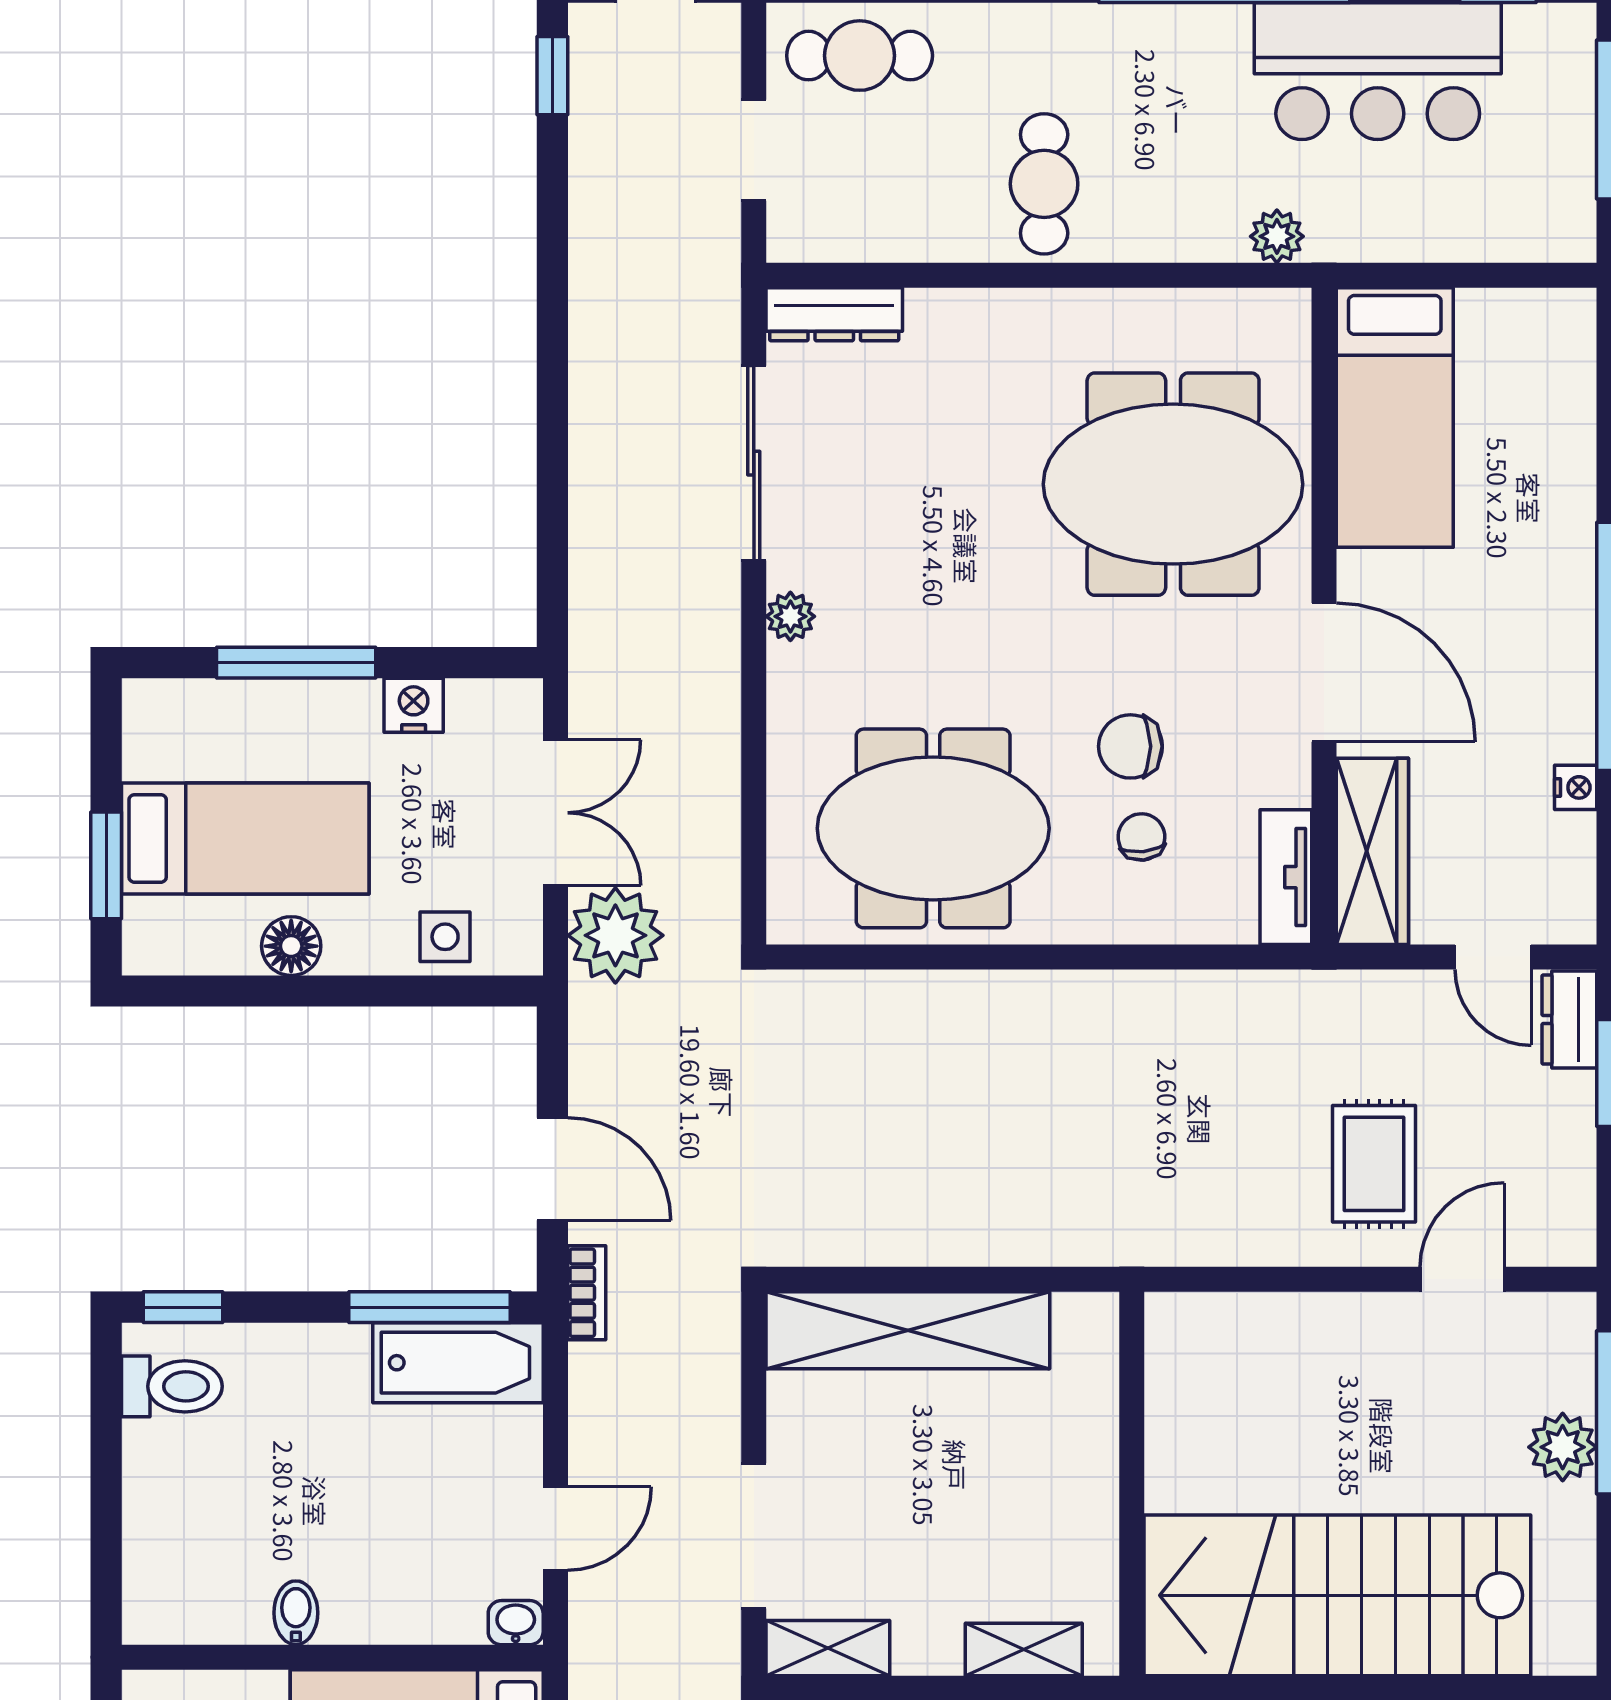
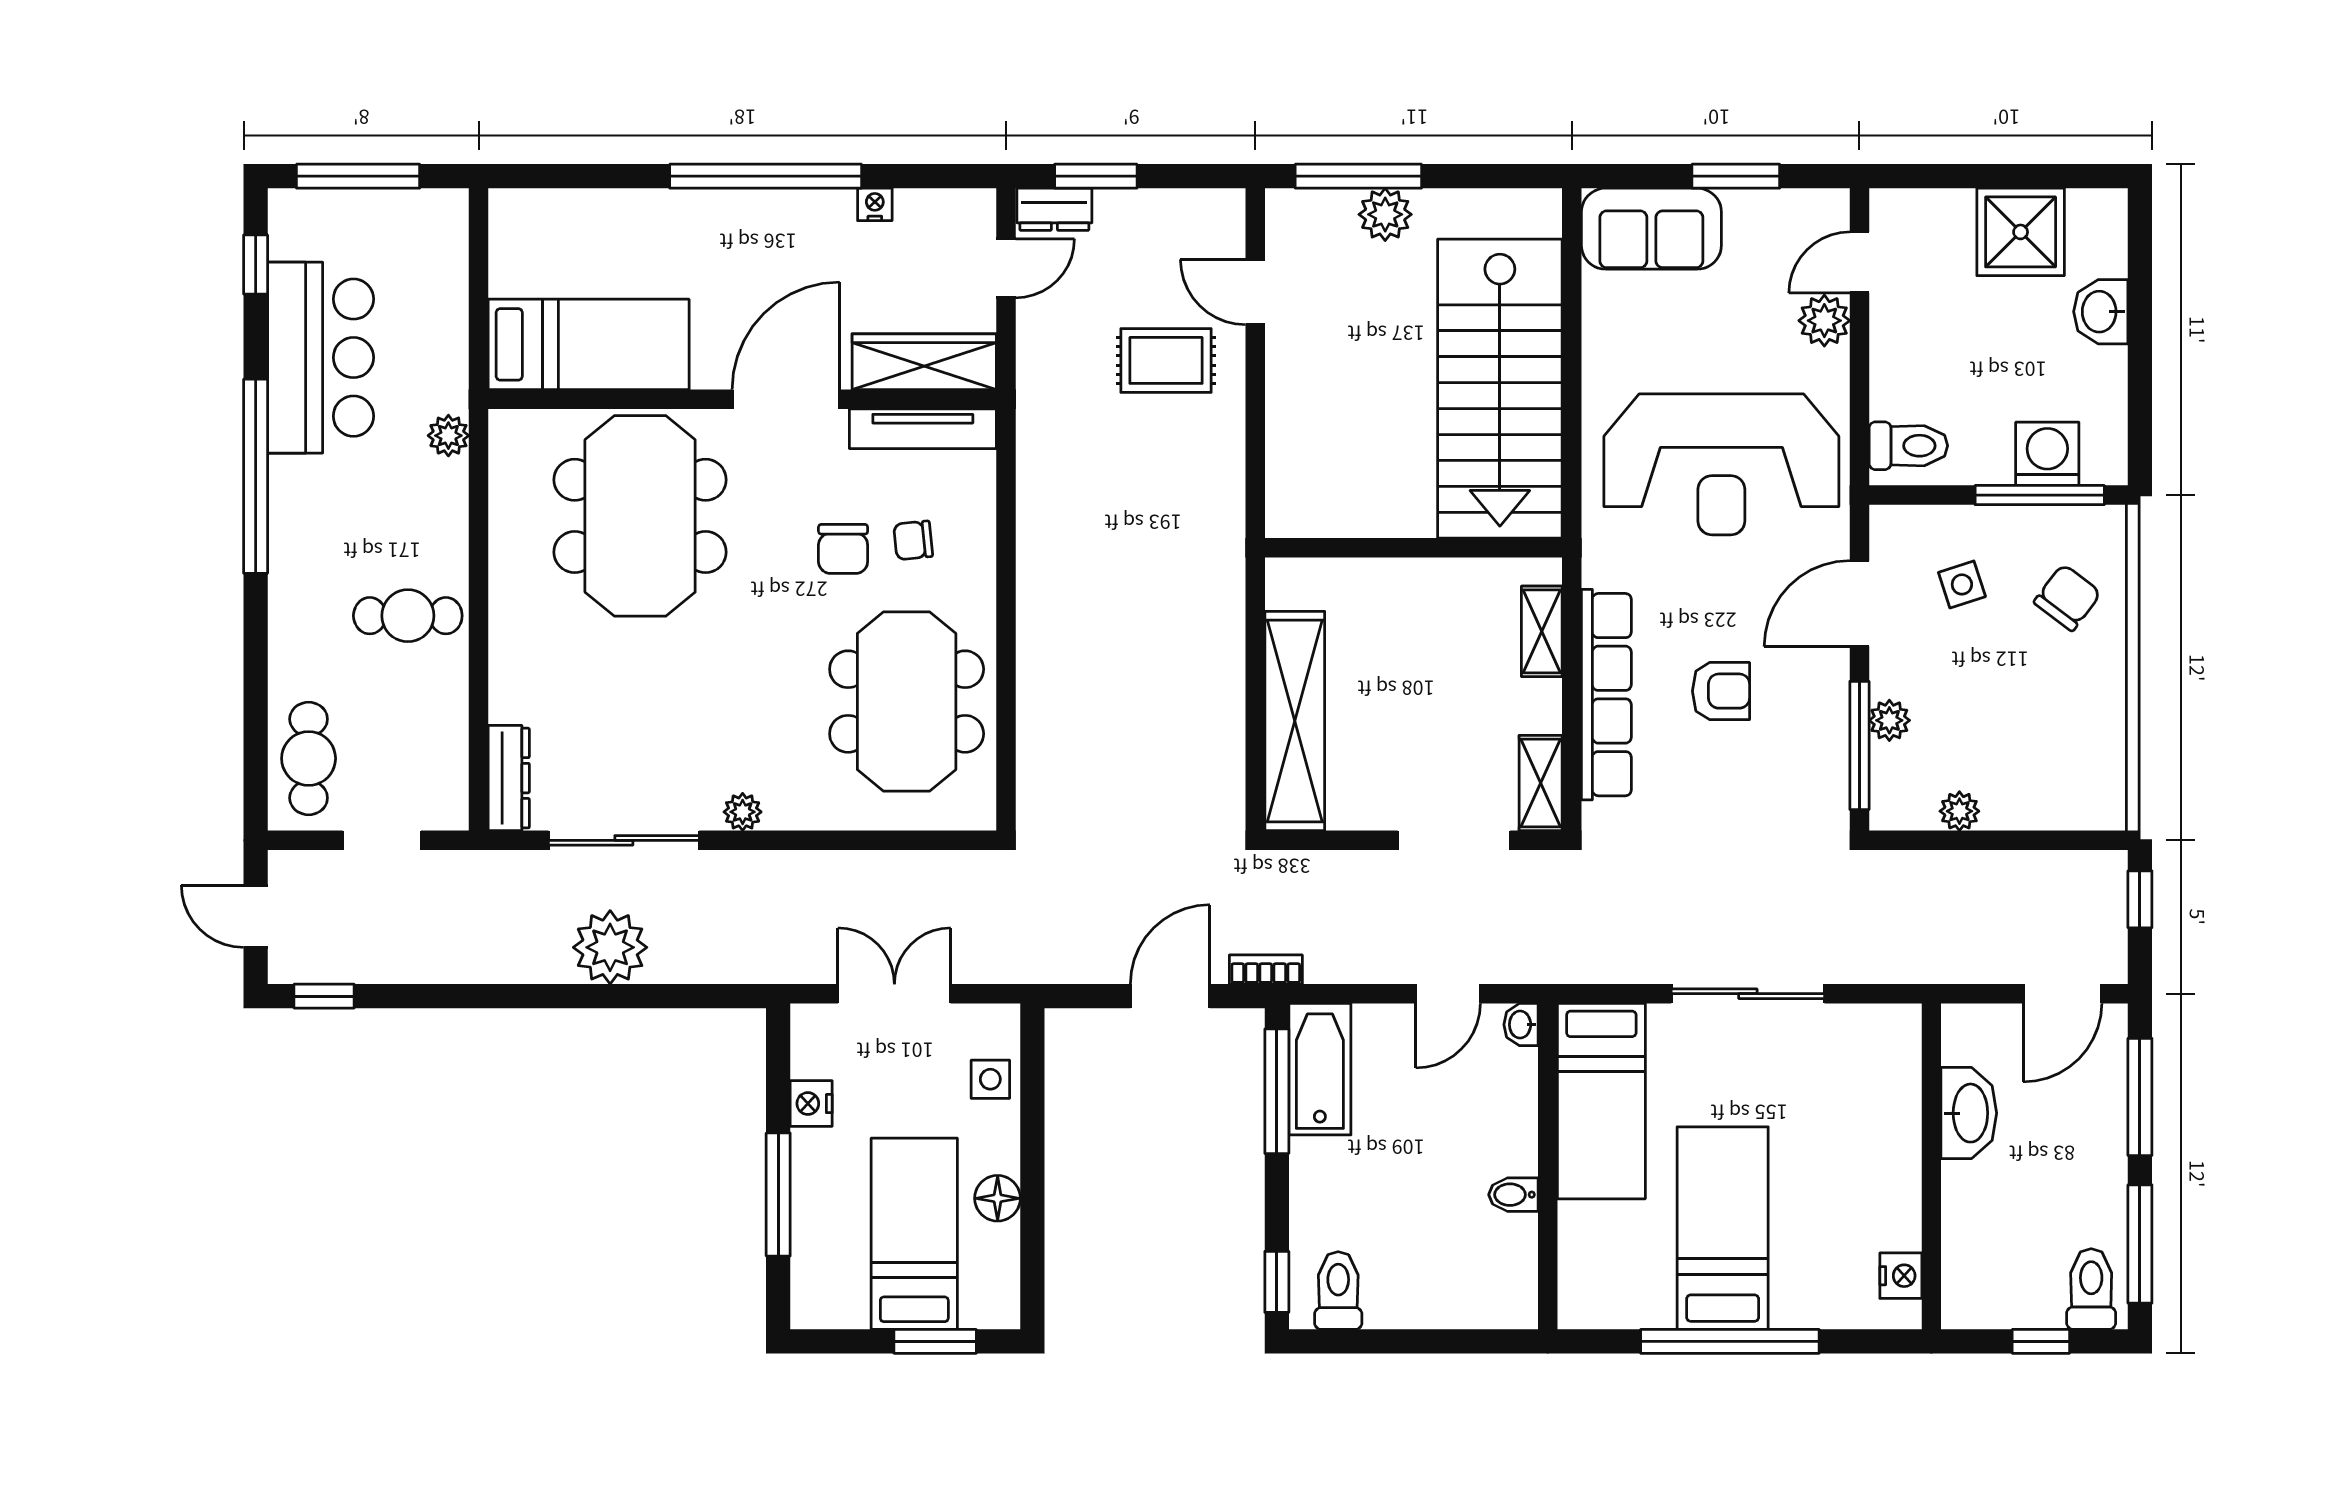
tv unit: (1286, 877) -> (923, 429), width x1.41
plant: (615, 935) -> (610, 947), moved
door: (555, 1528) -> (1448, 994), swing flipped

